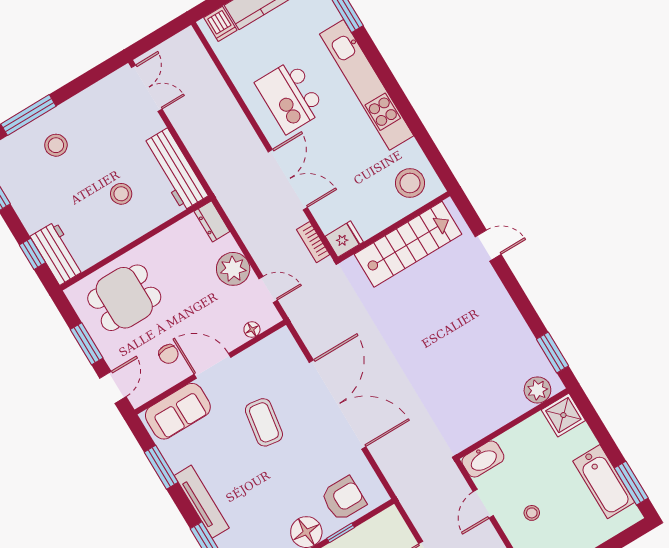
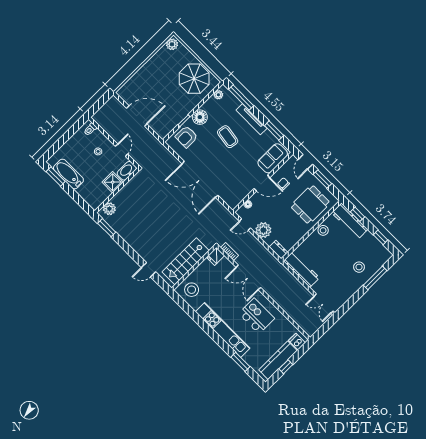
stool: (121, 194) -> (323, 230), moved
workbench: (58, 253) -> (350, 221), width x1.38
shower: (563, 415) -> (113, 182), moved
coffee table: (264, 422) -> (228, 137), moved

